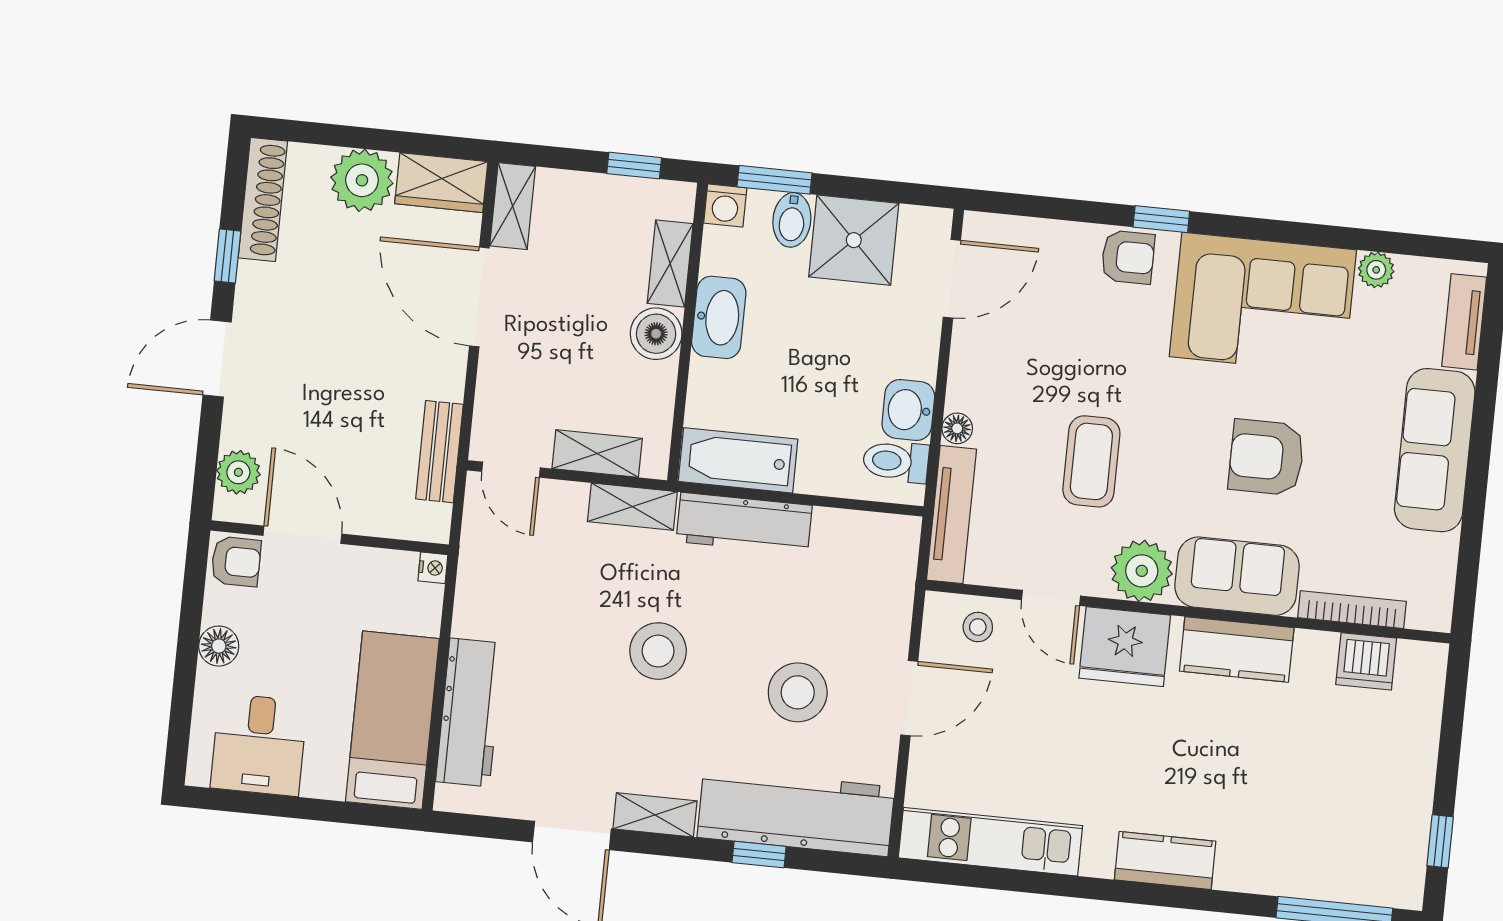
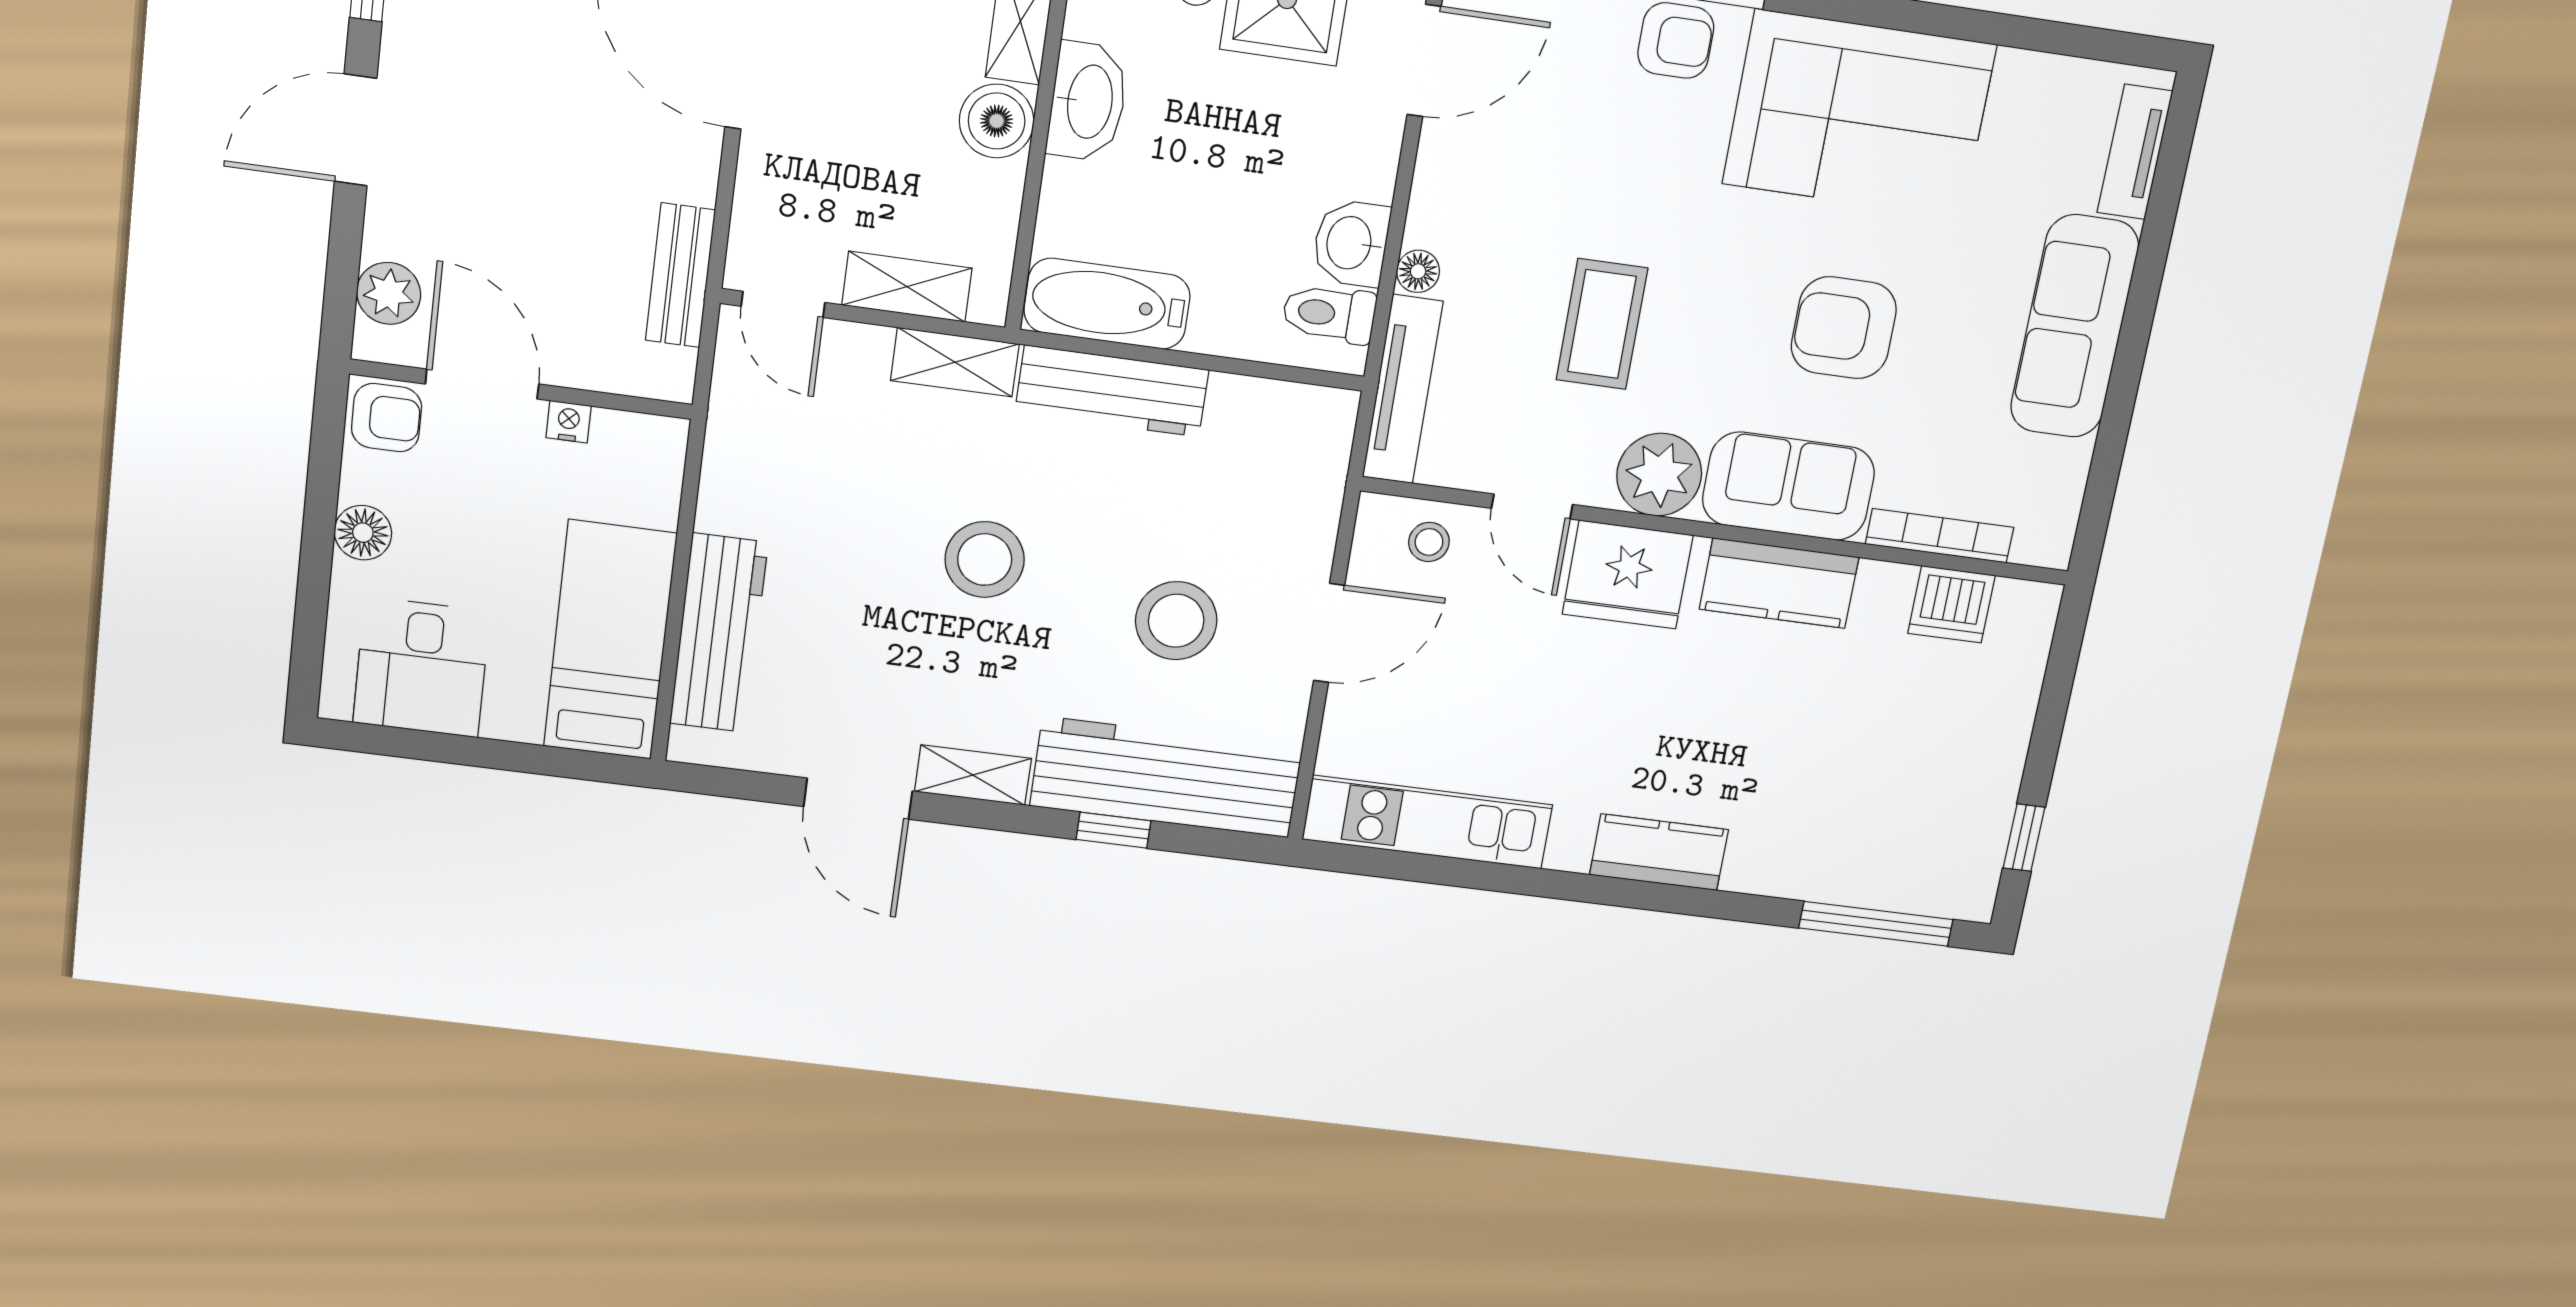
plant: (1376, 270) -> (2021, 74), removed
nightstand: (433, 568) -> (569, 422), moved, turned -90

